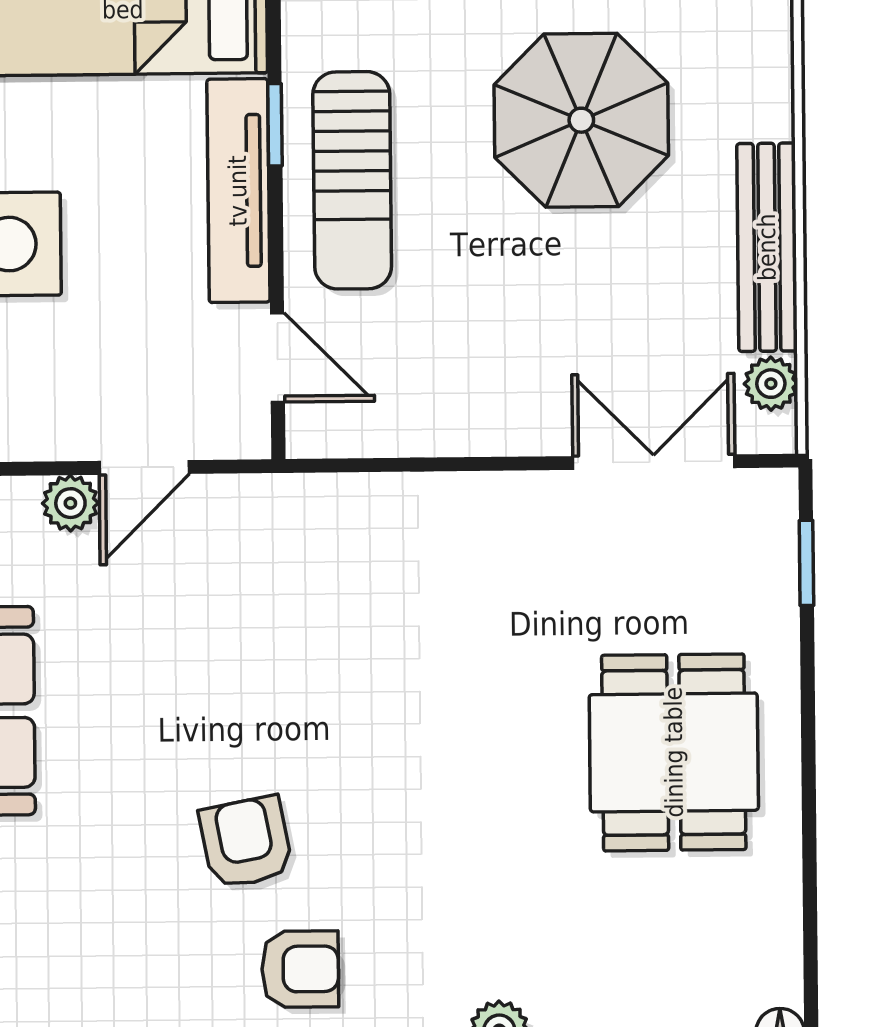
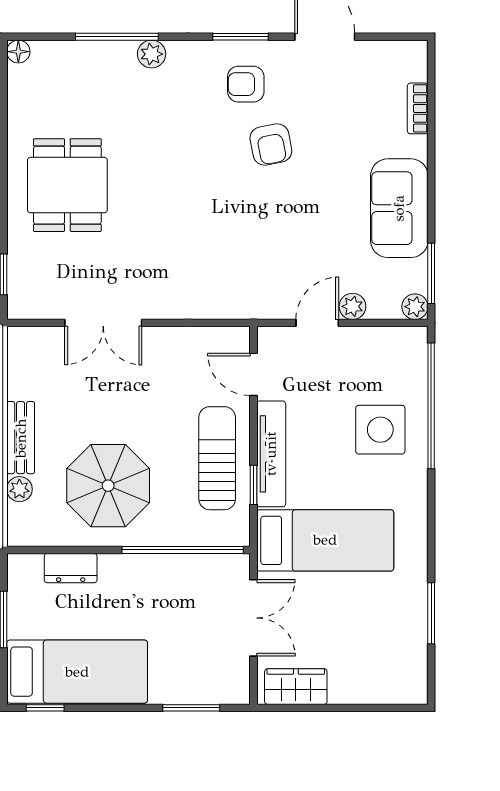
bench: (767, 247) -> (21, 438), width x0.73
plant: (771, 384) -> (19, 489), moved
double door: (654, 462) -> (103, 323), moved

